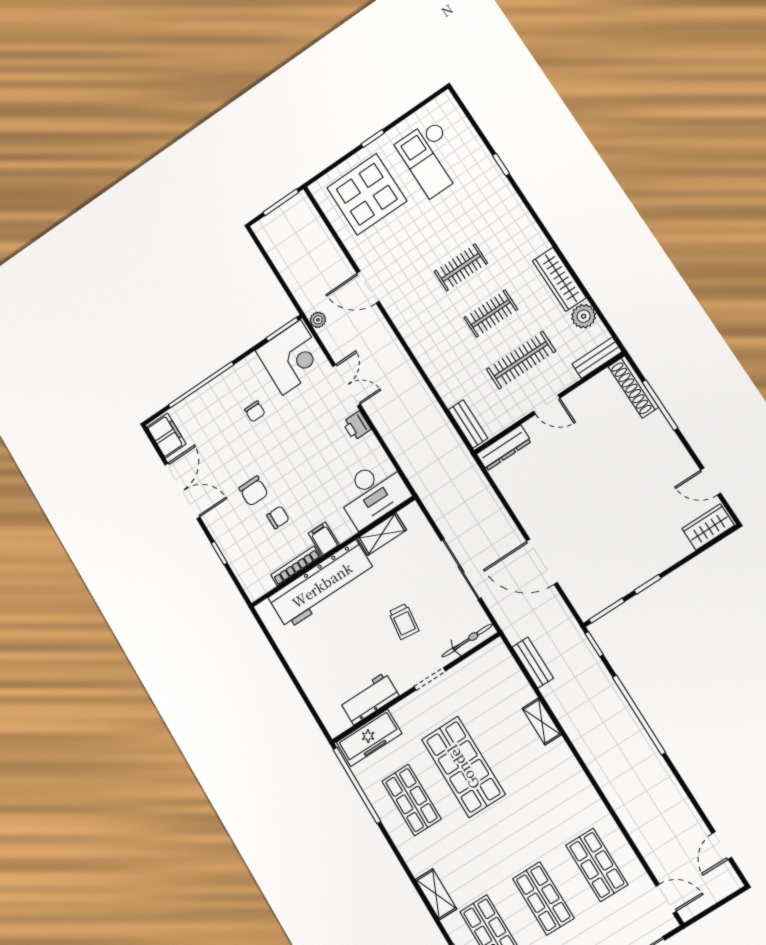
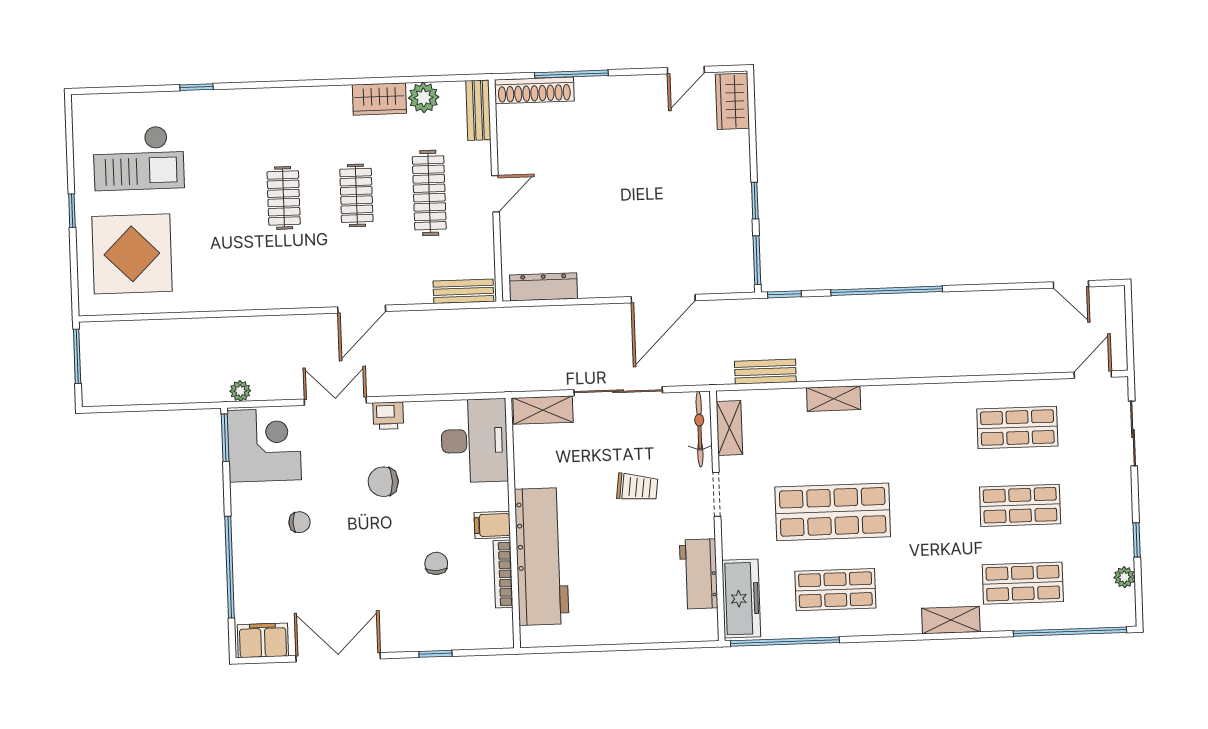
wardrobe: (559, 279) -> (379, 99), width x0.67
door: (368, 287) -> (362, 309), moved
dresser: (504, 448) -> (544, 287), moved, turned -90
chair: (253, 491) -> (383, 482), moved, turned 180
shelving: (382, 534) -> (543, 410), moved, turned 90
shelving: (480, 661) -> (729, 428), added

